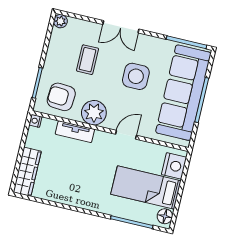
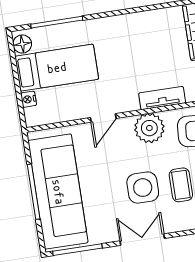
double door: (121, 27) -> (142, 240), moved
side table: (136, 76) -> (143, 188), moved
nightstand: (174, 166) -> (29, 99), width x0.53, depth x0.56

